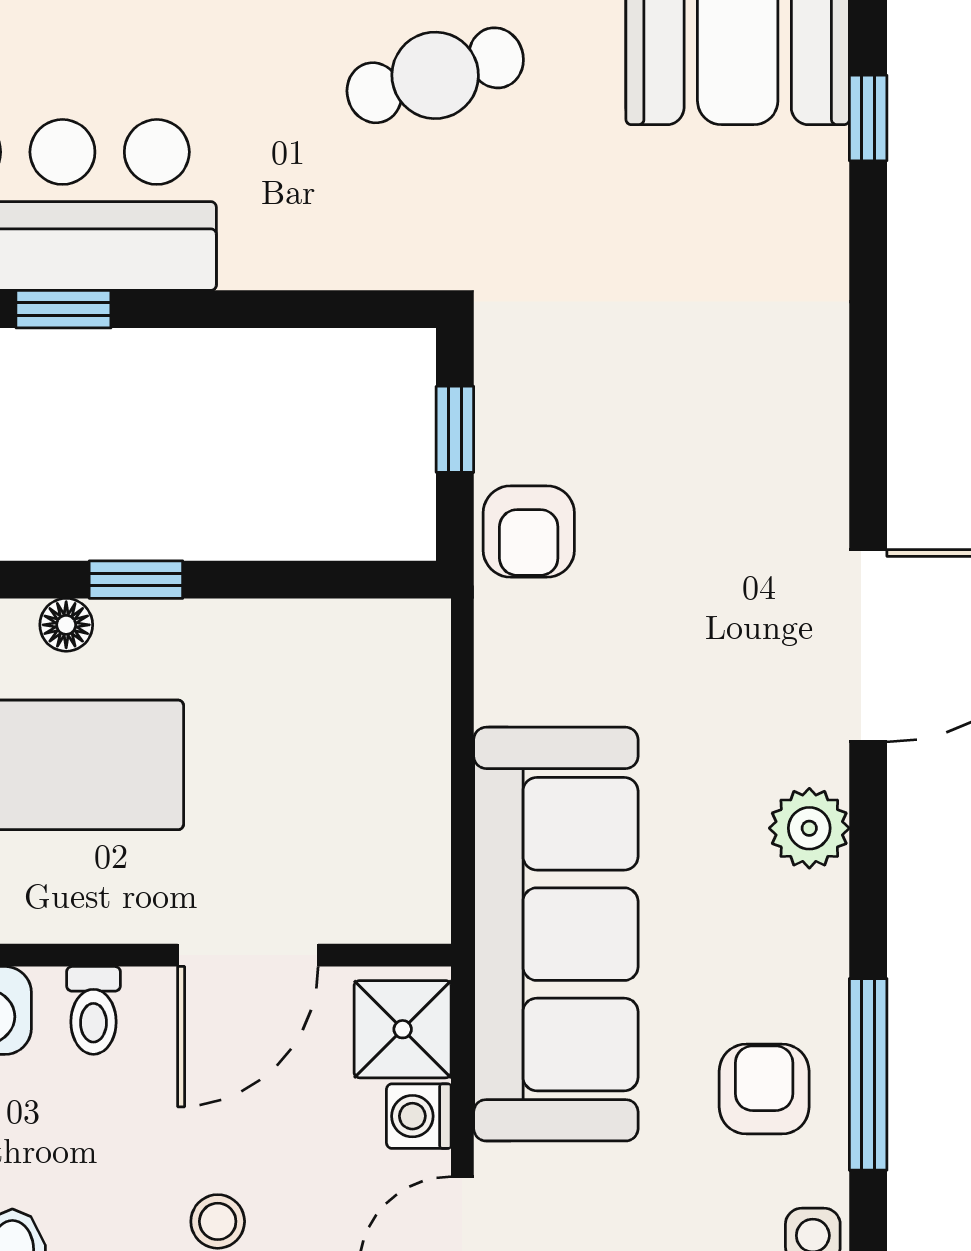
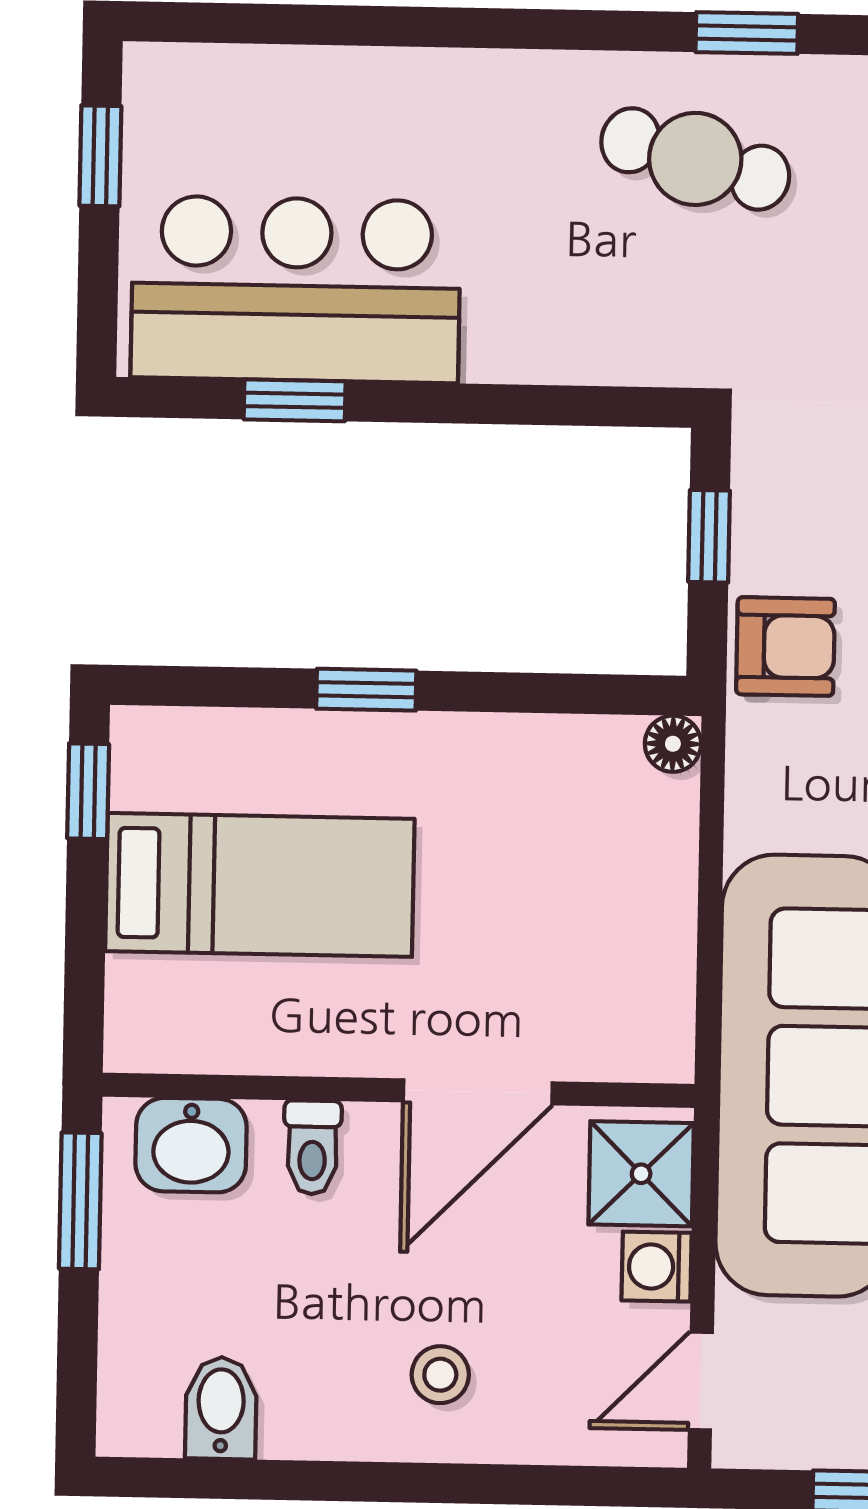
cafe table: (435, 75) -> (695, 159), turned 31
armchair: (529, 532) -> (785, 647), turned -90
floor lamp: (66, 625) -> (673, 744), moved

